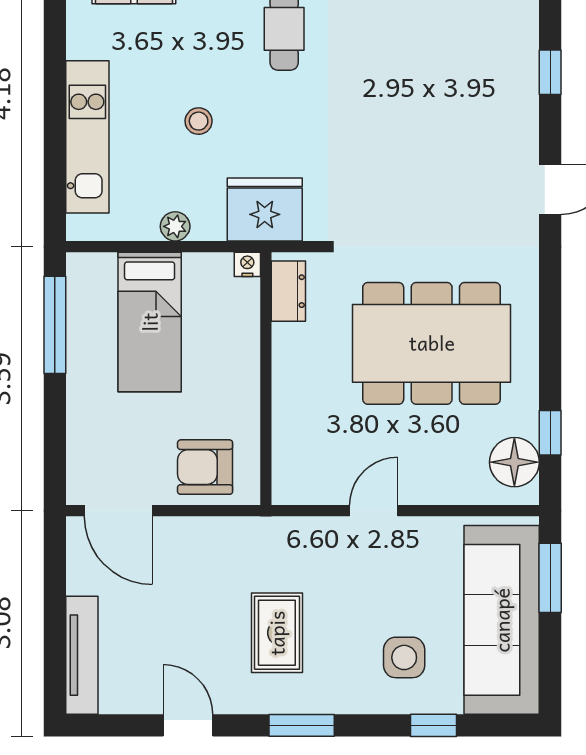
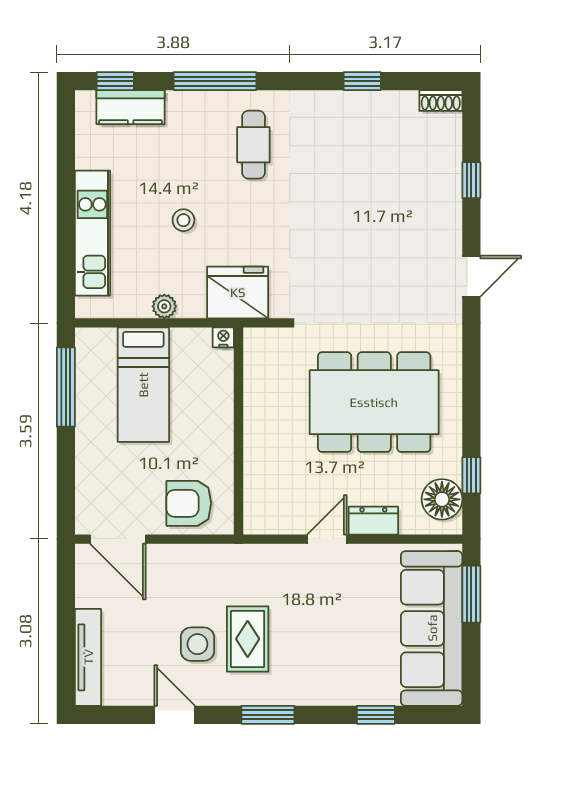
dresser: (288, 291) -> (373, 521), moved, turned -90
side table: (404, 657) -> (197, 644), moved

